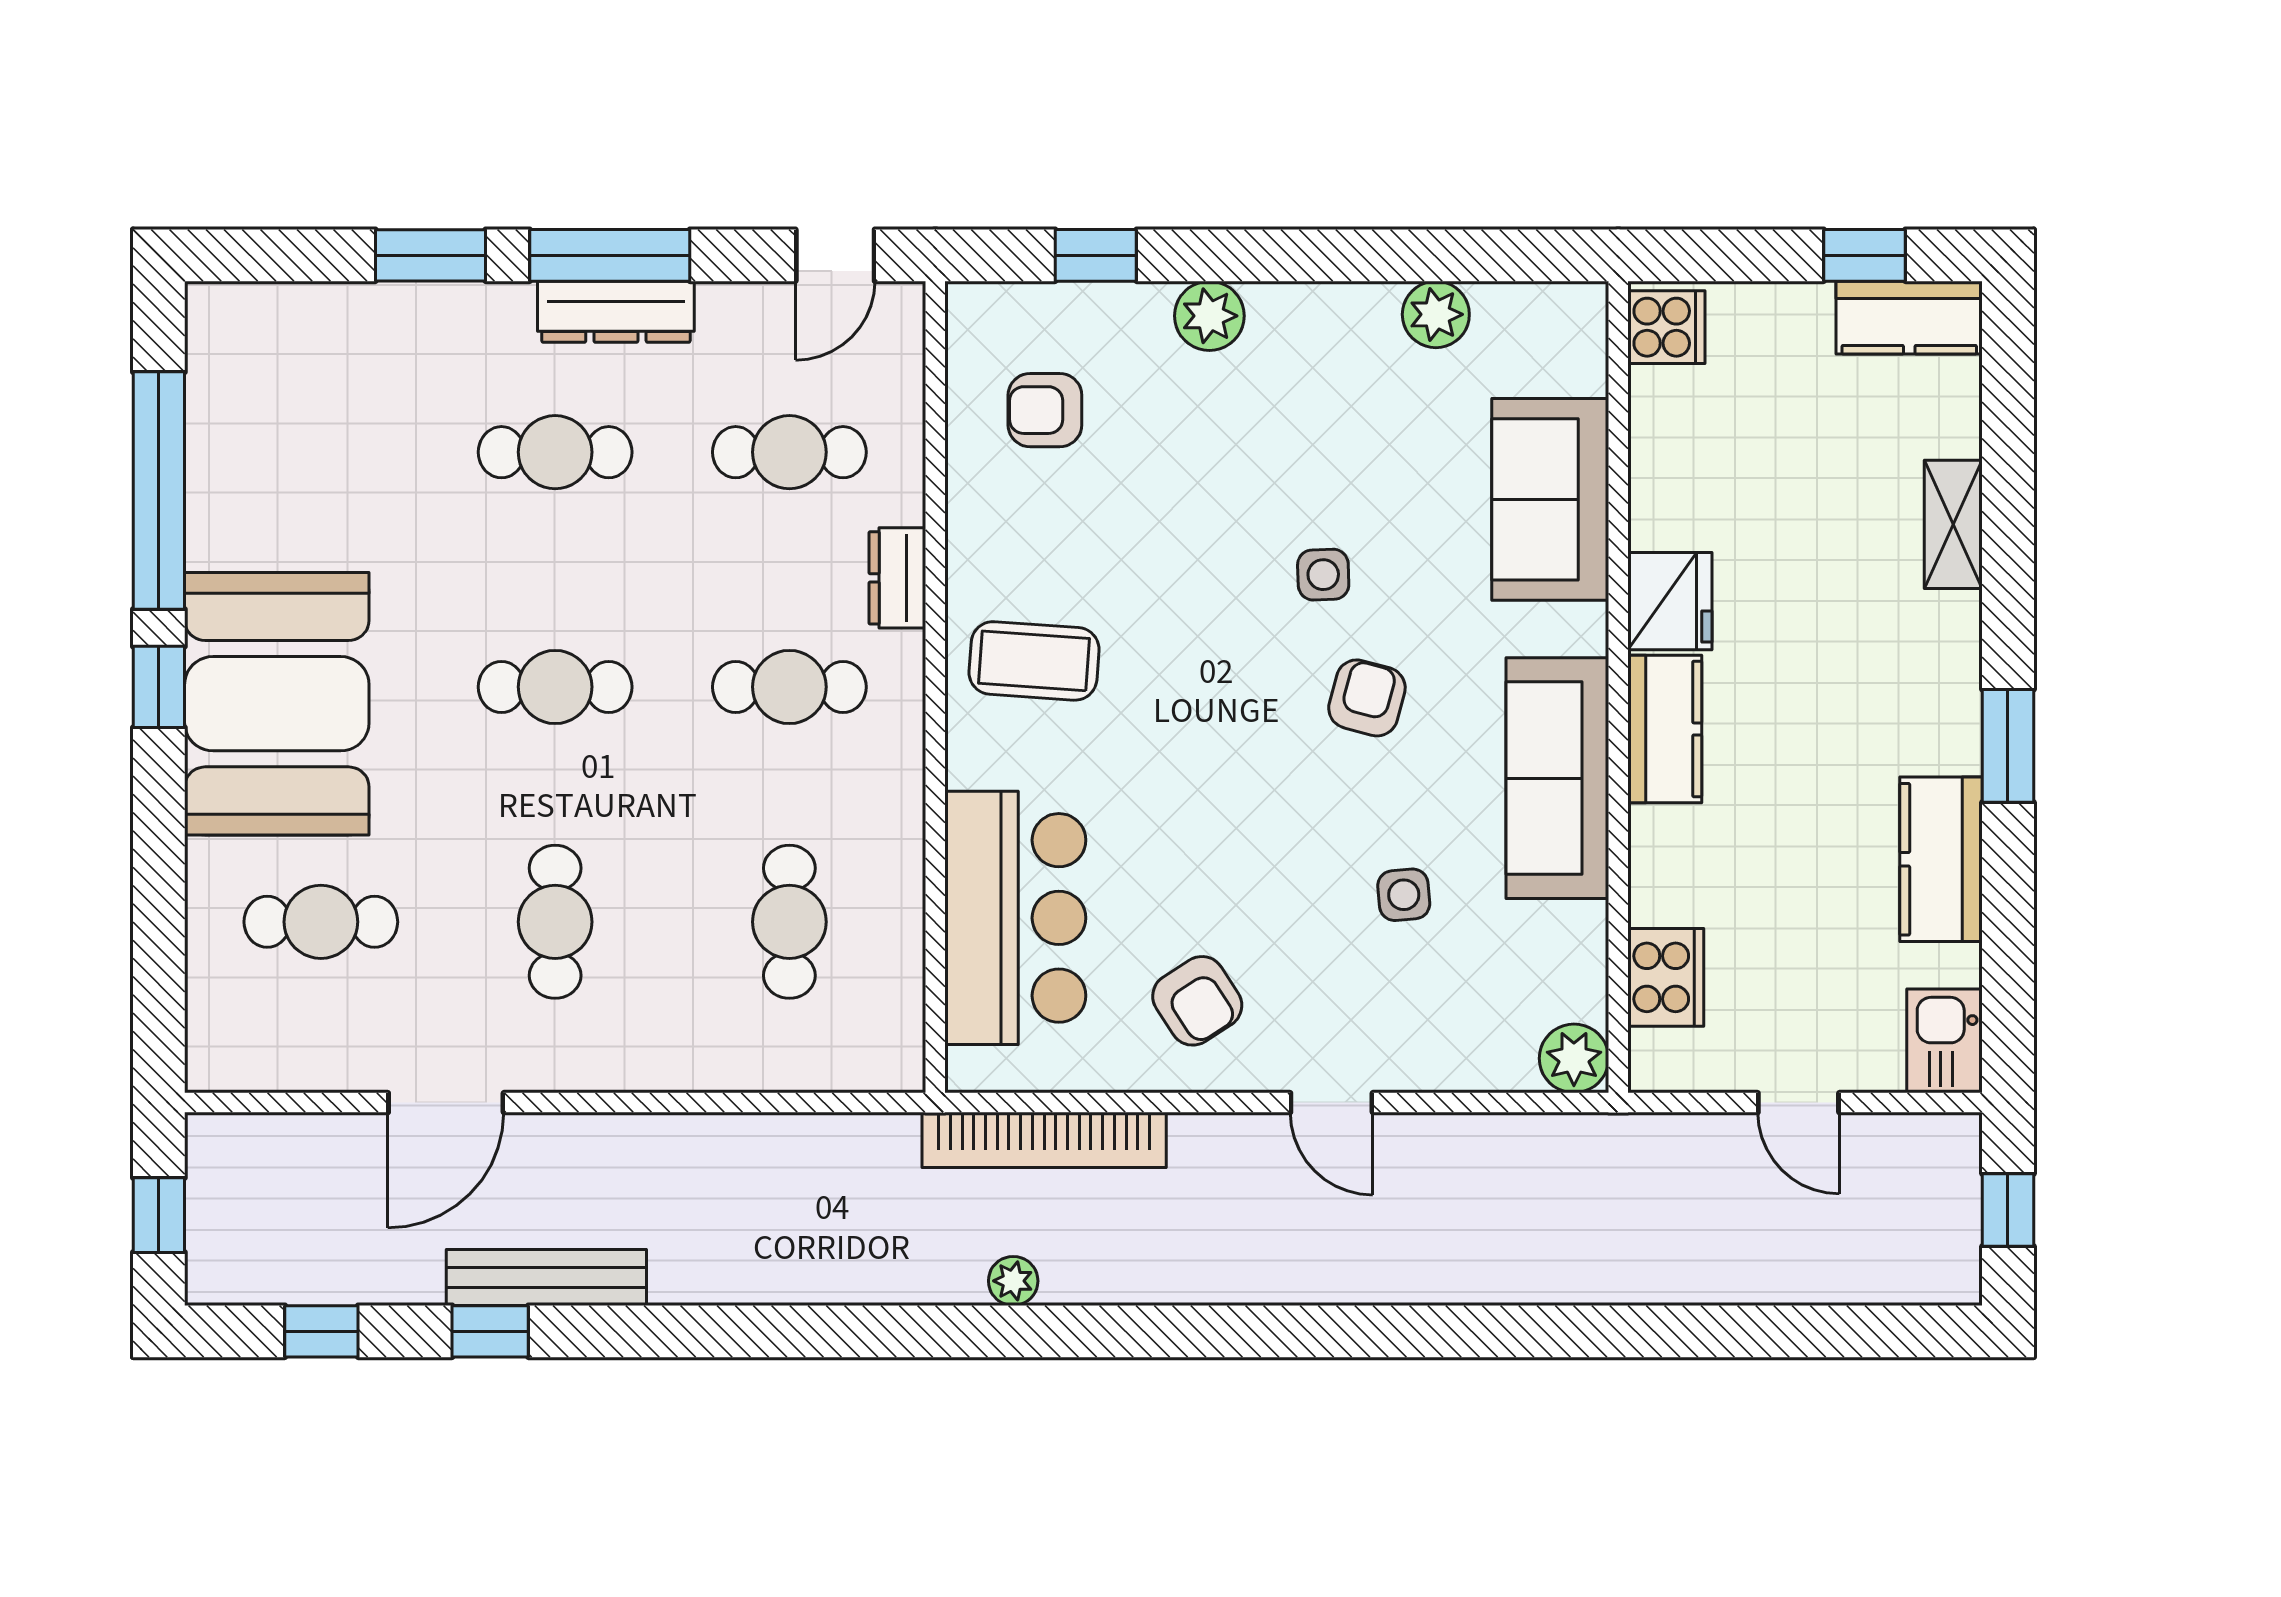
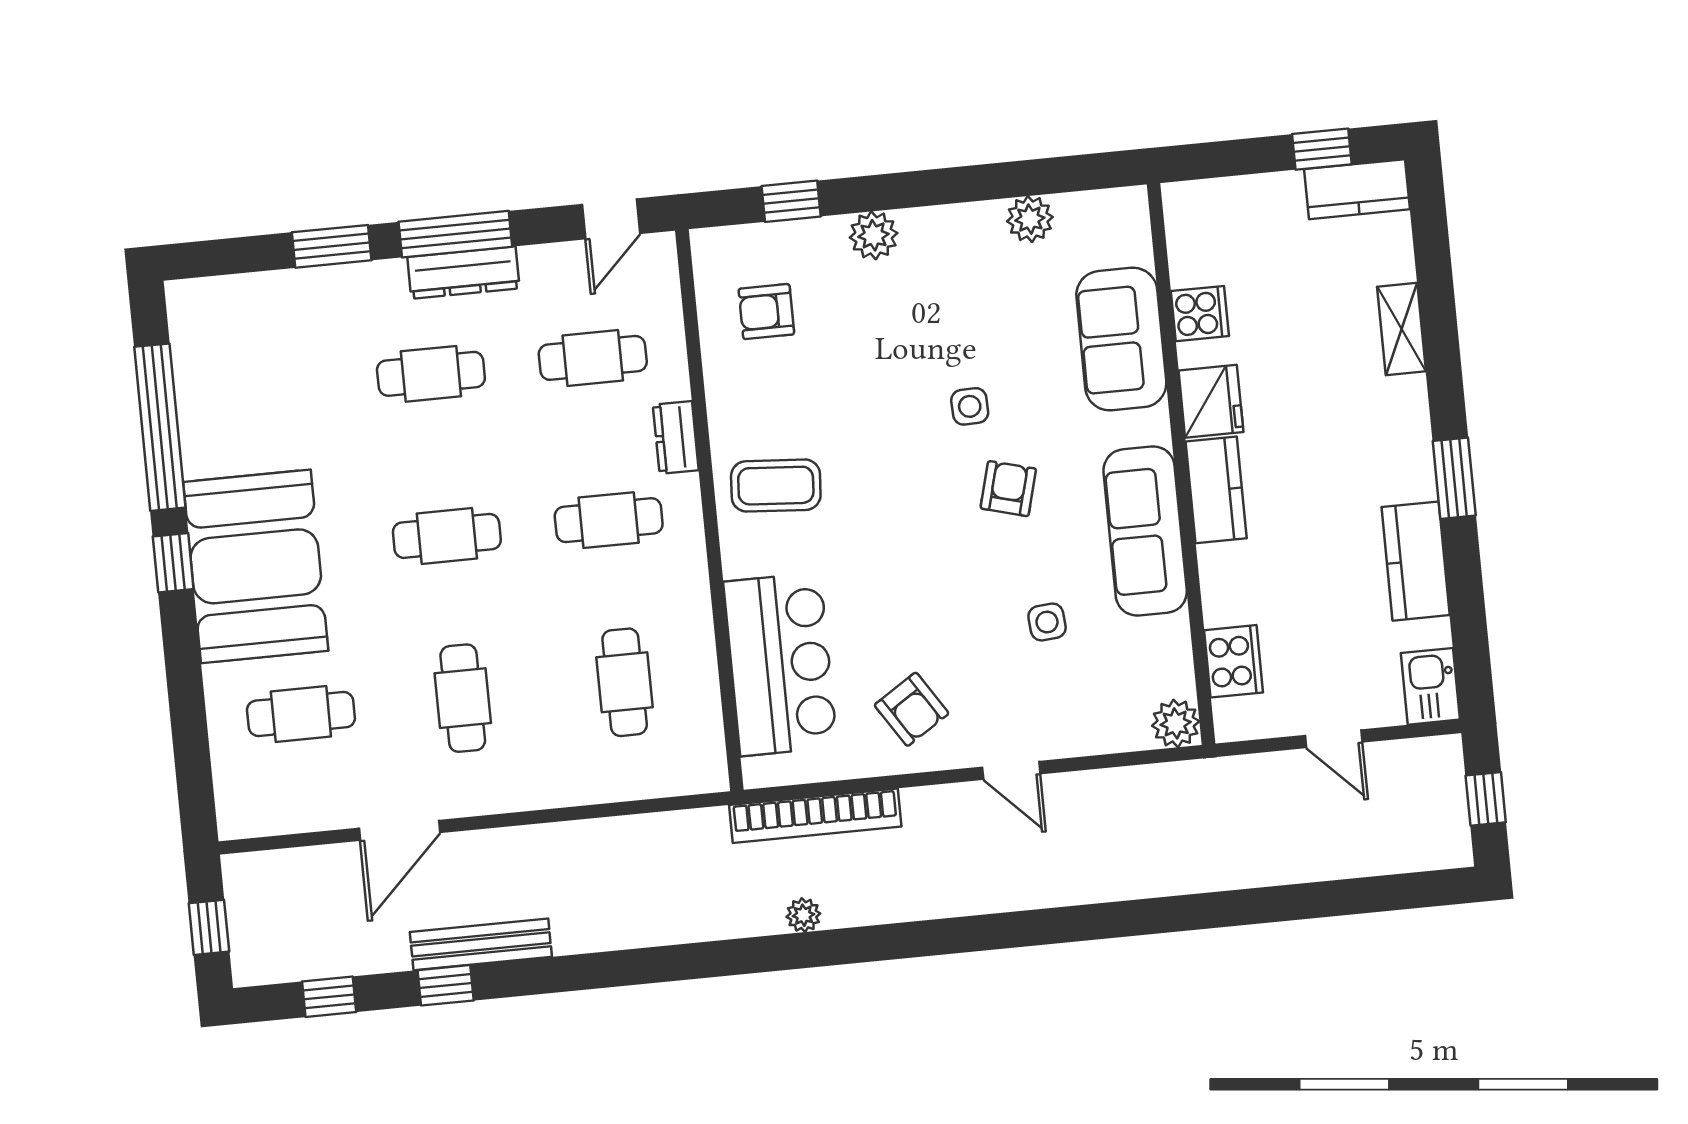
cooker: (1666, 327) -> (1200, 314), moved

